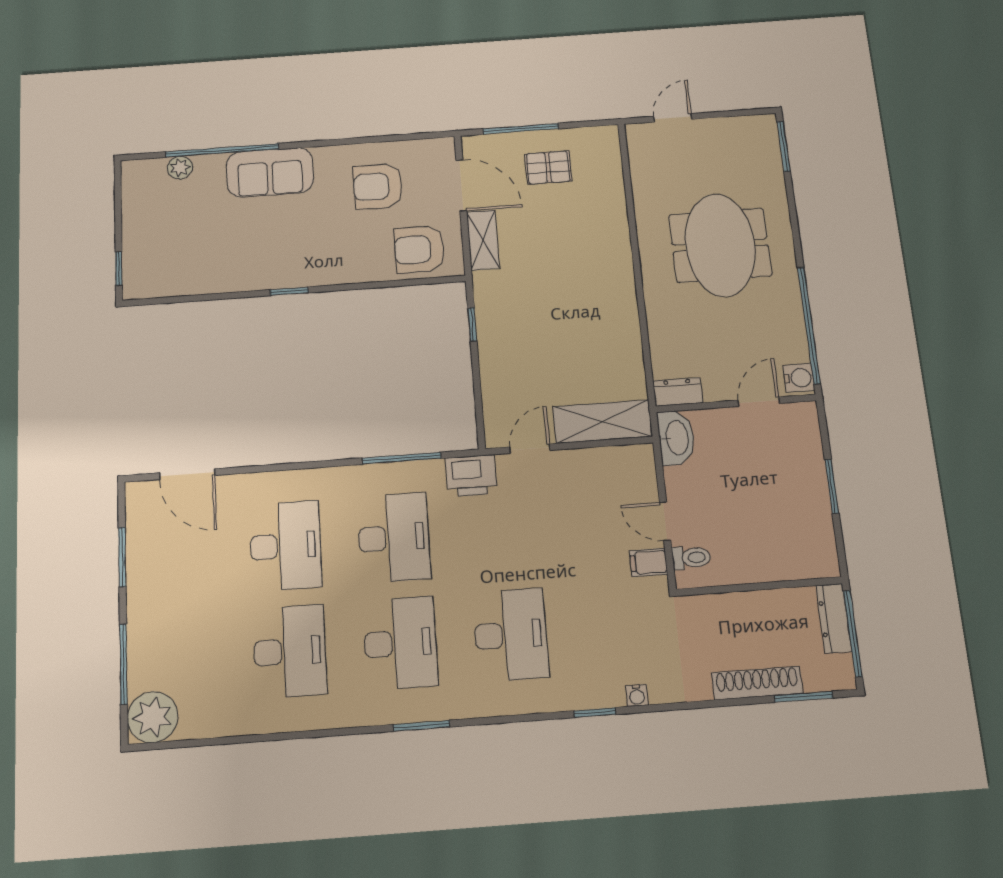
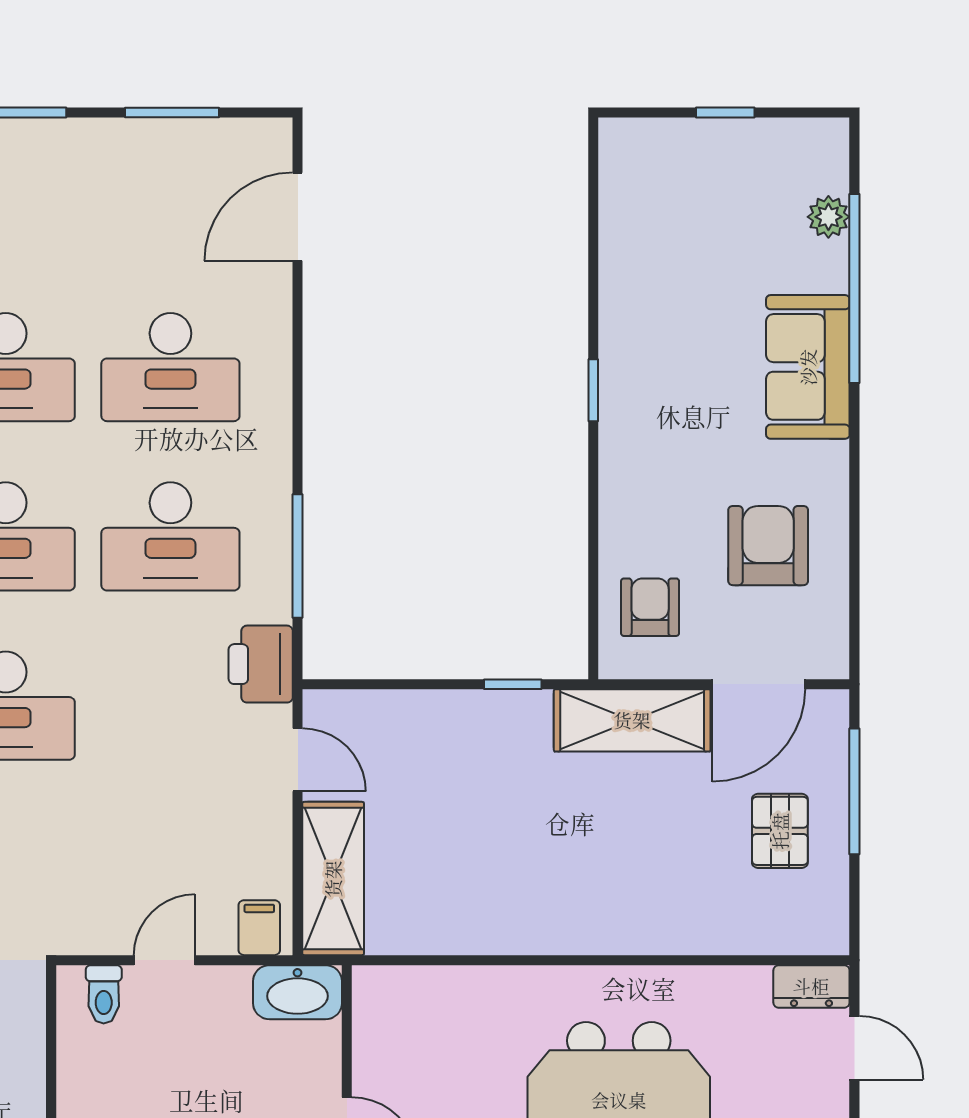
shelving: (483, 240) -> (632, 720), width x1.50, depth x1.33
armchair: (419, 249) -> (650, 607), width x0.72, depth x0.72
window: (119, 269) -> (725, 113), moved
dresser: (678, 392) -> (811, 986), moved, turned 90
filing cabinet: (649, 562) -> (259, 928), moved

